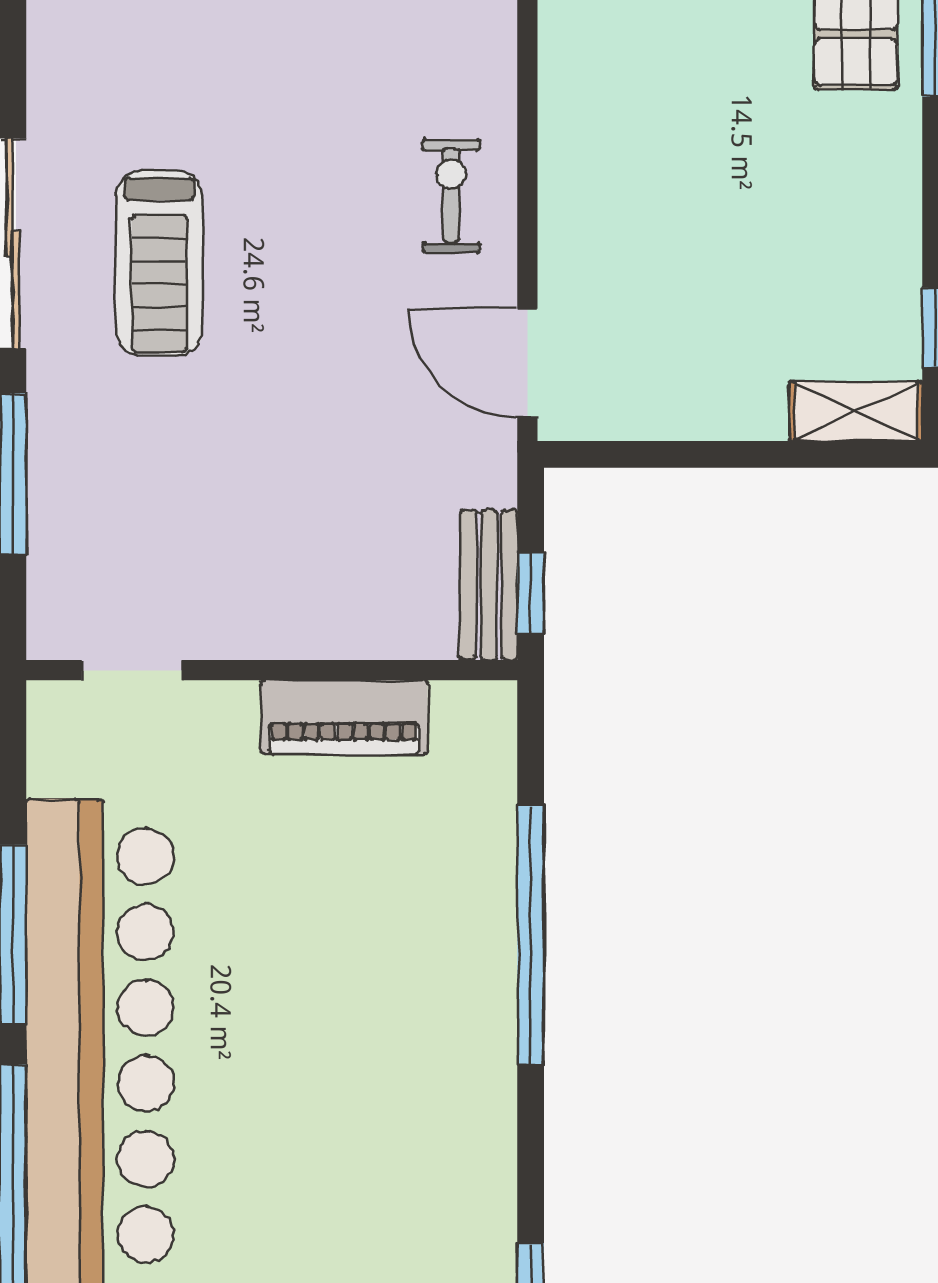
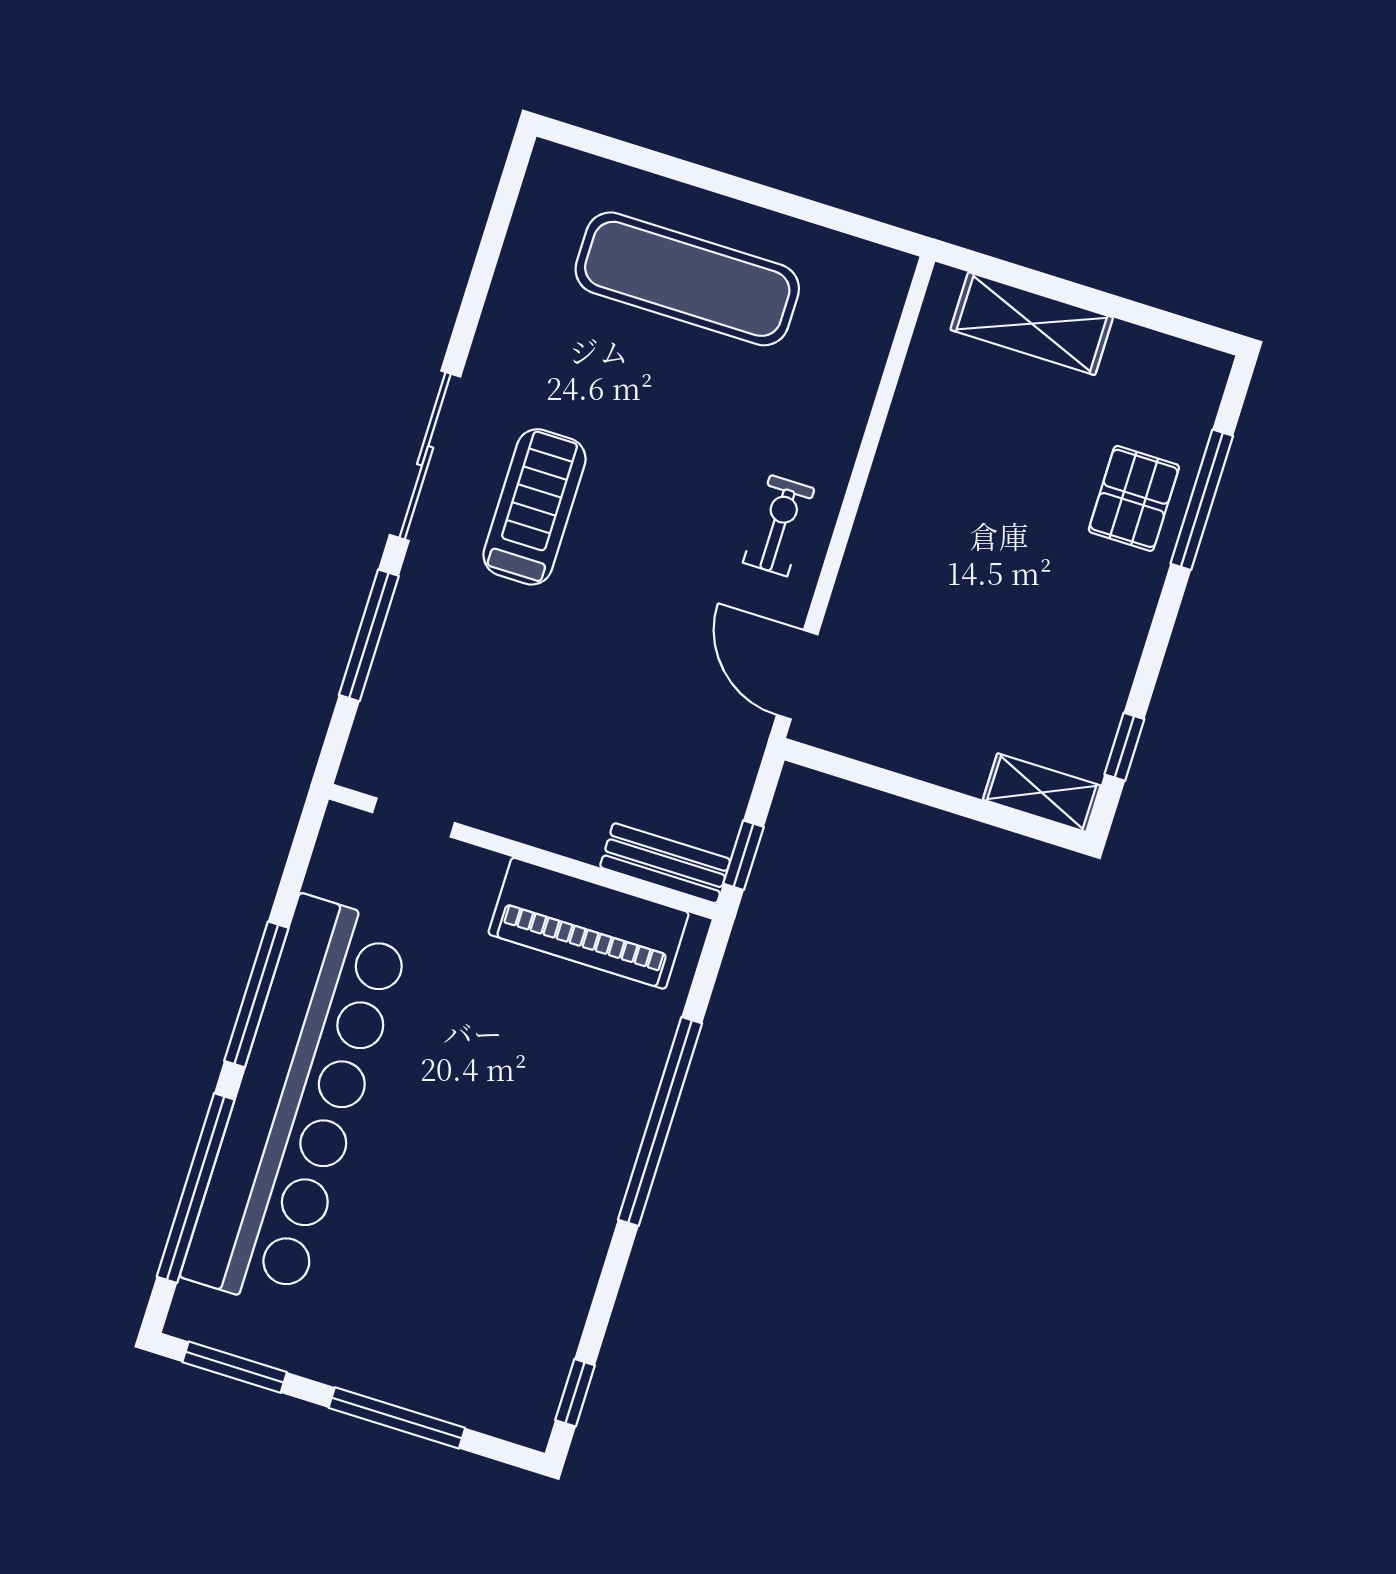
treadmill: (159, 263) -> (534, 507), turned 180
bench: (489, 585) -> (665, 863), moved, turned 90
piano: (344, 717) -> (589, 923), width x1.37, depth x1.33

